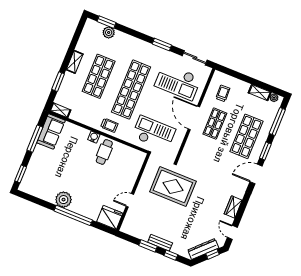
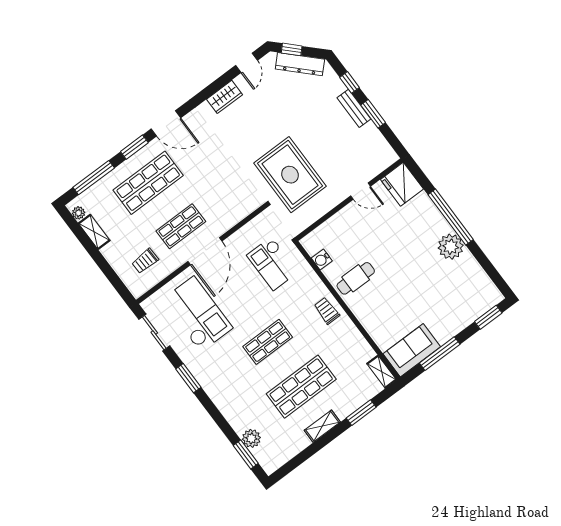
shop shelf: (131, 89) -> (268, 342), width x0.50, depth x0.74
checkout: (154, 133) -> (272, 264), width x0.73, depth x0.83
water cooler: (94, 137) -> (322, 260), moved

